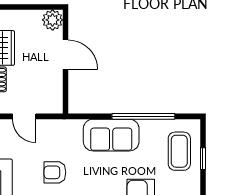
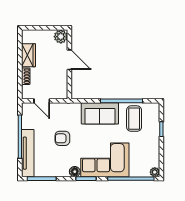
coffee table: (179, 151) -> (134, 119), moved

